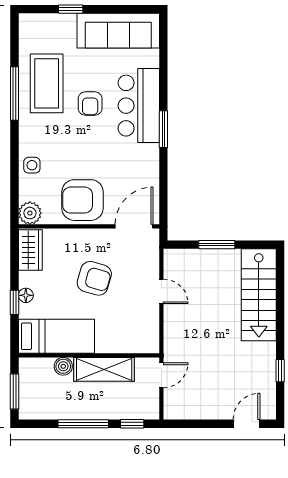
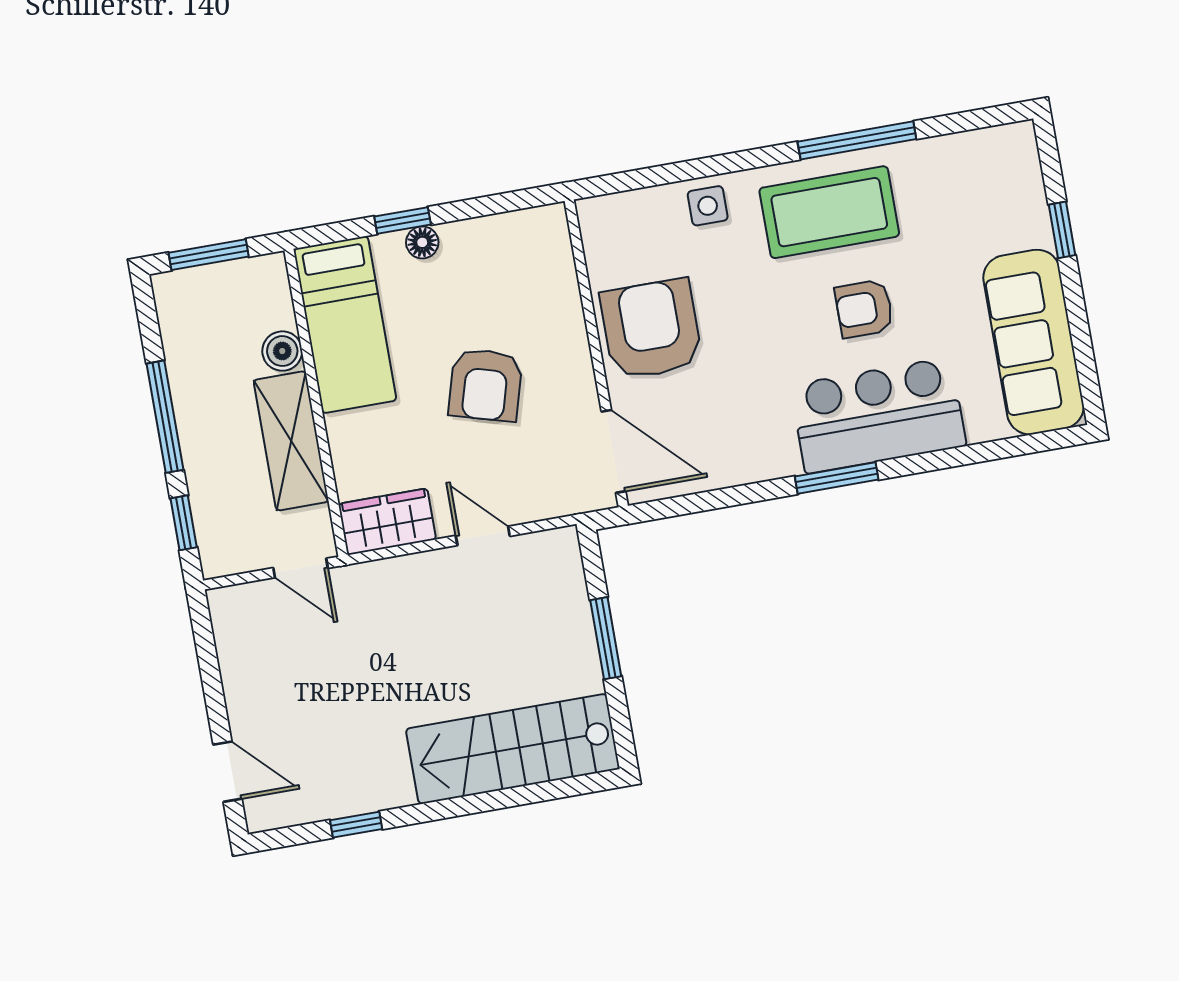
coffee table: (47, 83) -> (829, 212), moved
plant: (30, 213) -> (603, 220), removed
wardrobe: (30, 250) -> (387, 522), moved, turned 180
door: (161, 291) -> (483, 536), swing flipped

